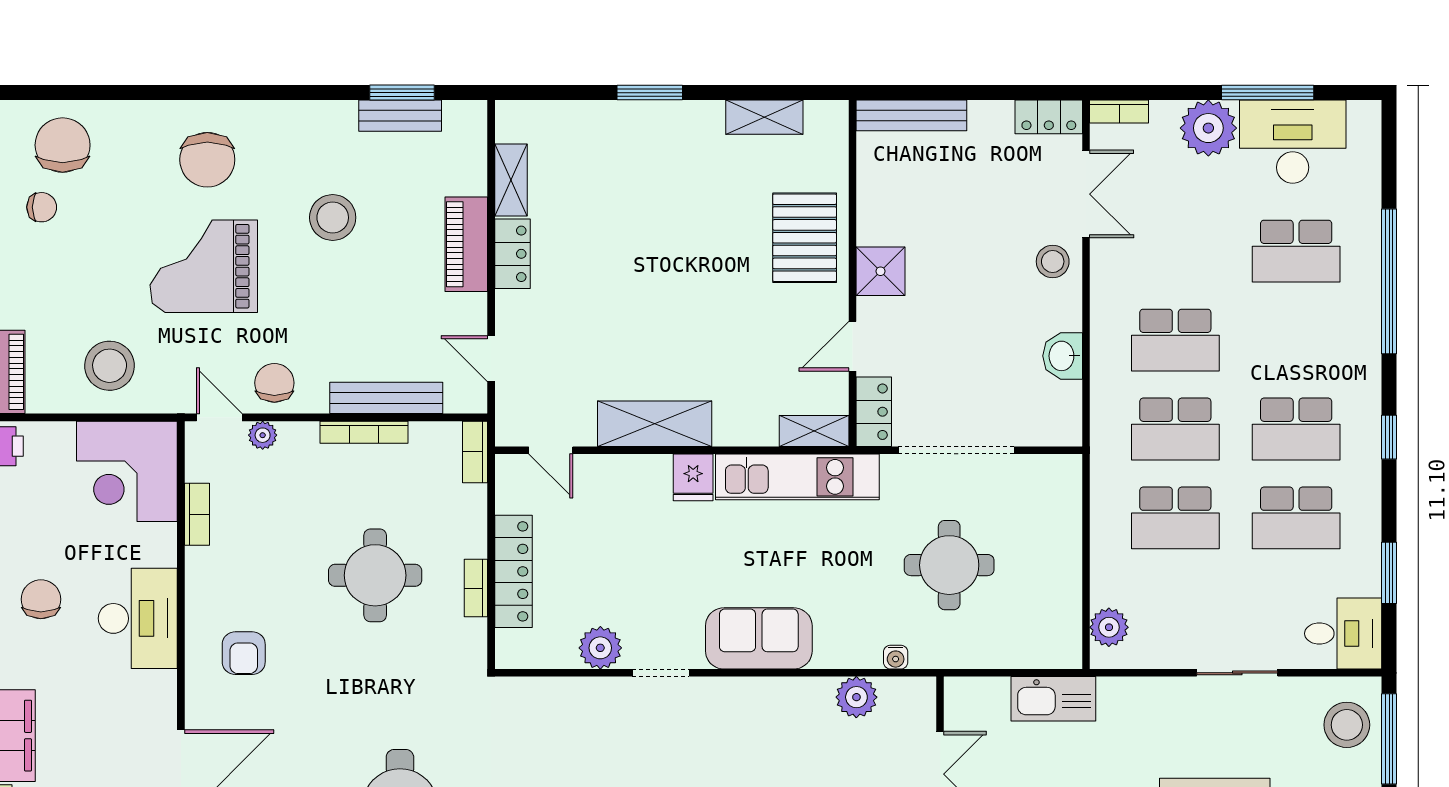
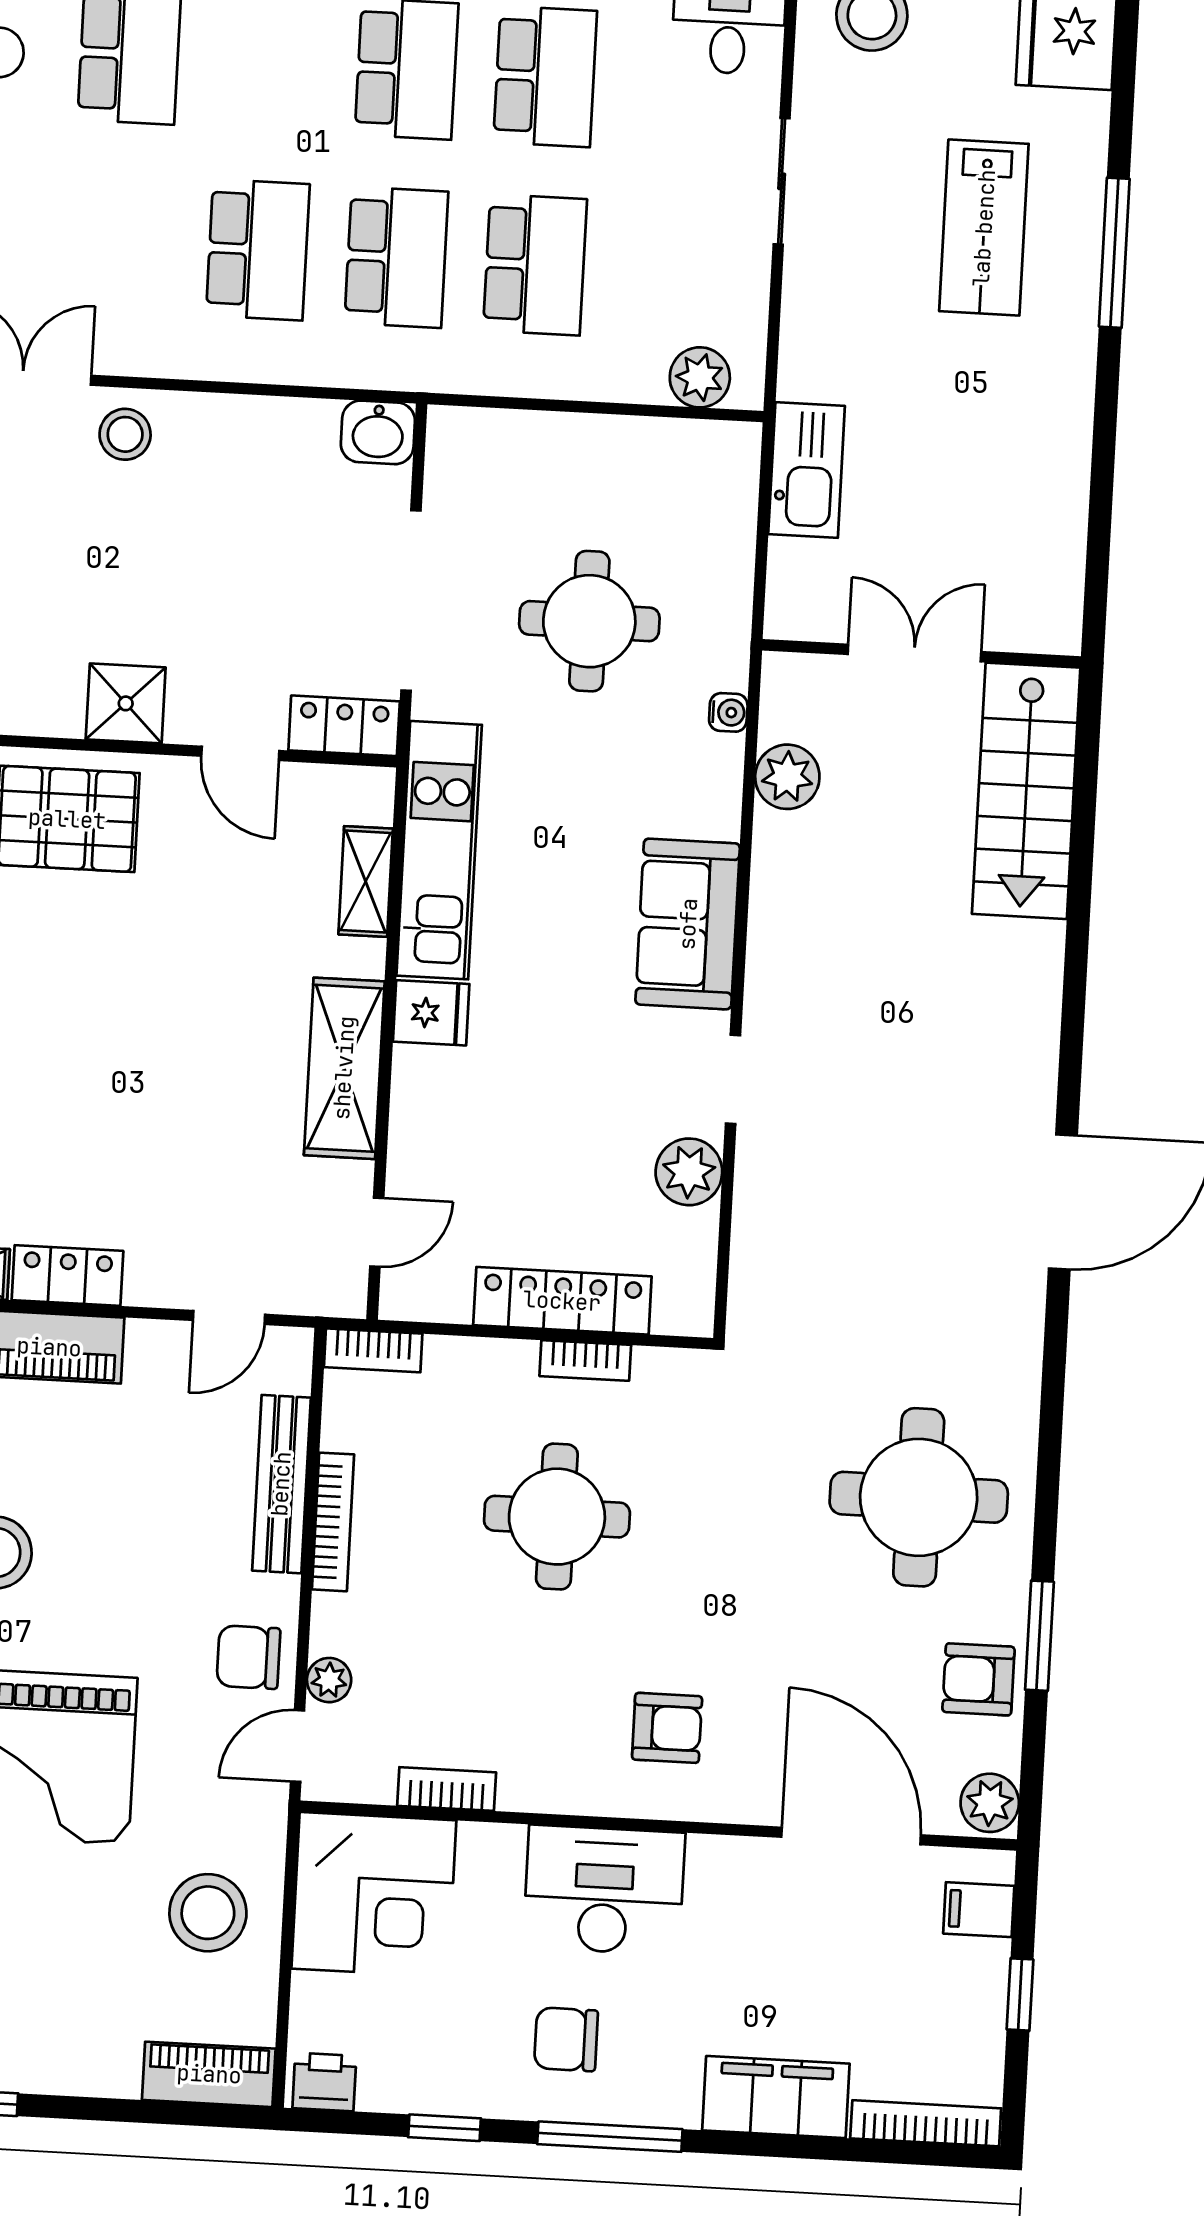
washbasin: (1063, 356) -> (378, 432), moved
shelving: (814, 431) -> (366, 882), moved

